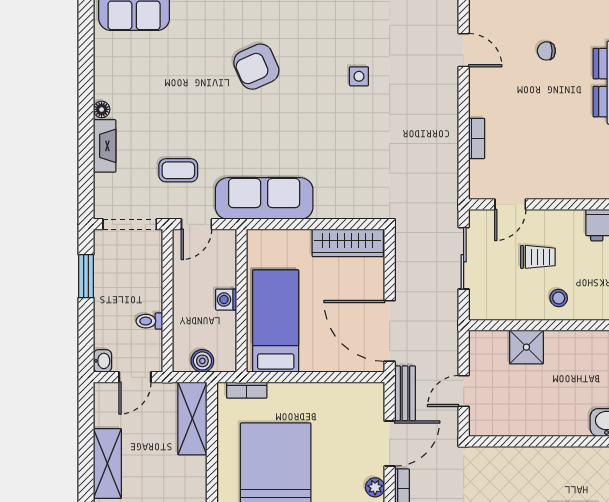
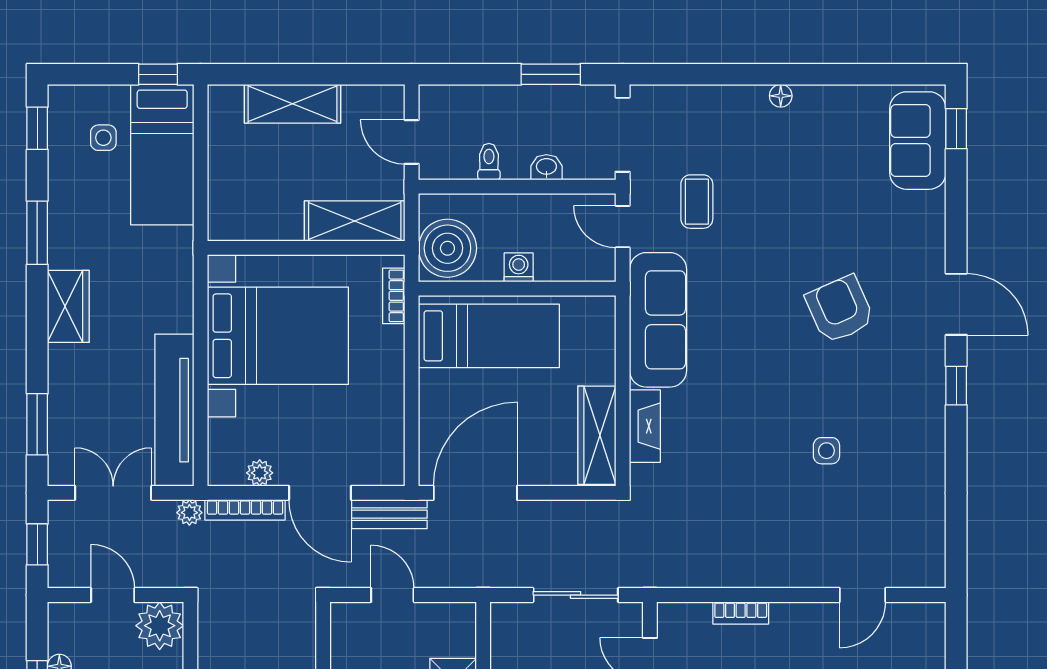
fireplace: (105, 146) -> (645, 426), moved, turned -90
washbasin: (103, 361) -> (546, 167), moved, turned 180
boiler: (202, 361) -> (447, 248), width x1.86, depth x1.86

